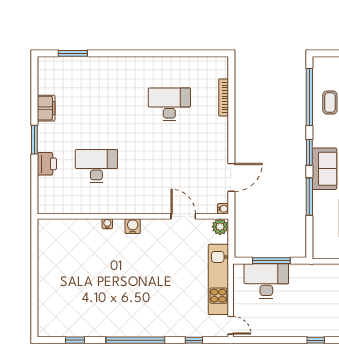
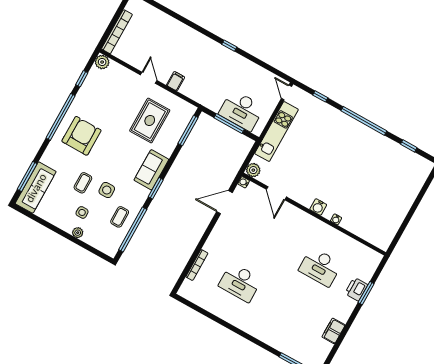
window: (34, 140) -> (366, 293), moved
window: (309, 197) -> (188, 131), moved

